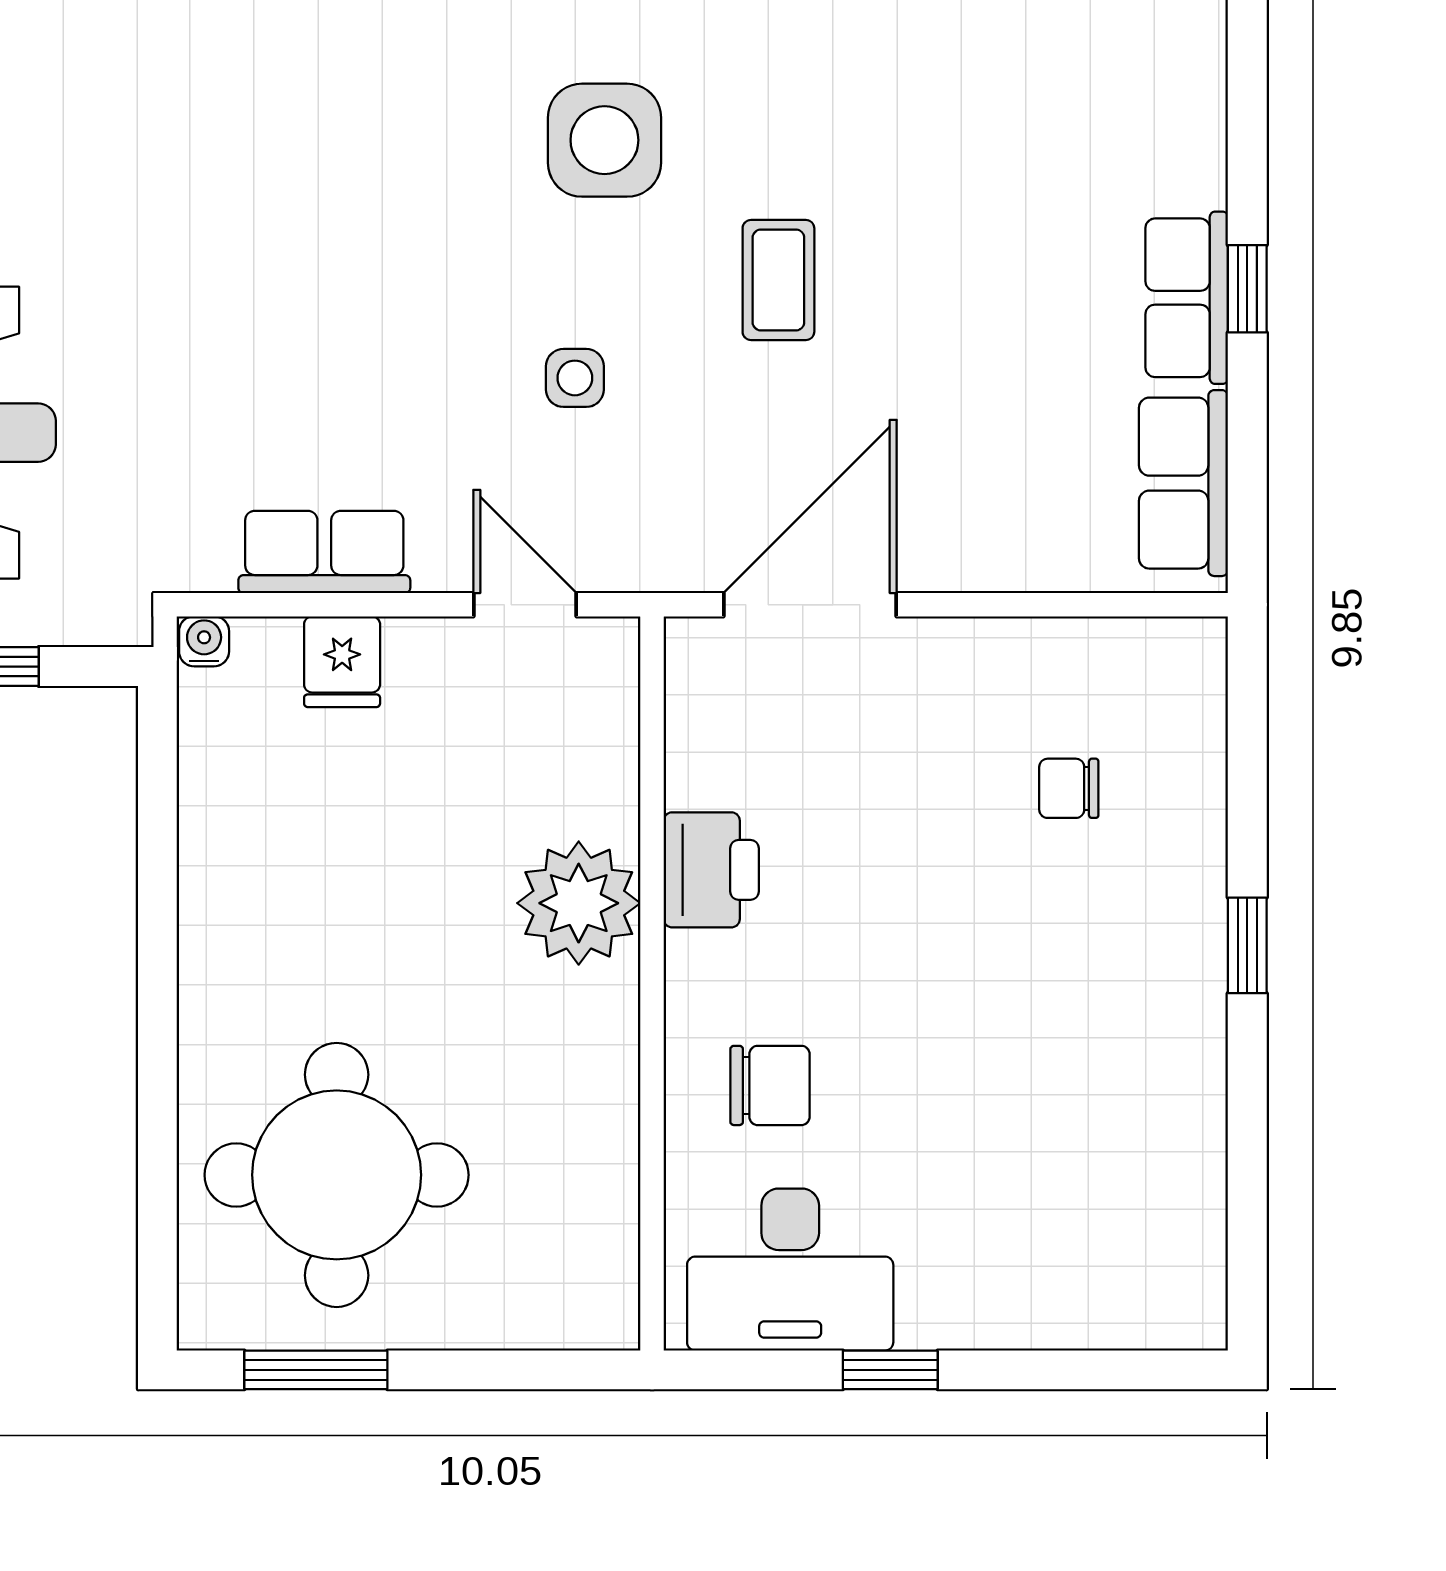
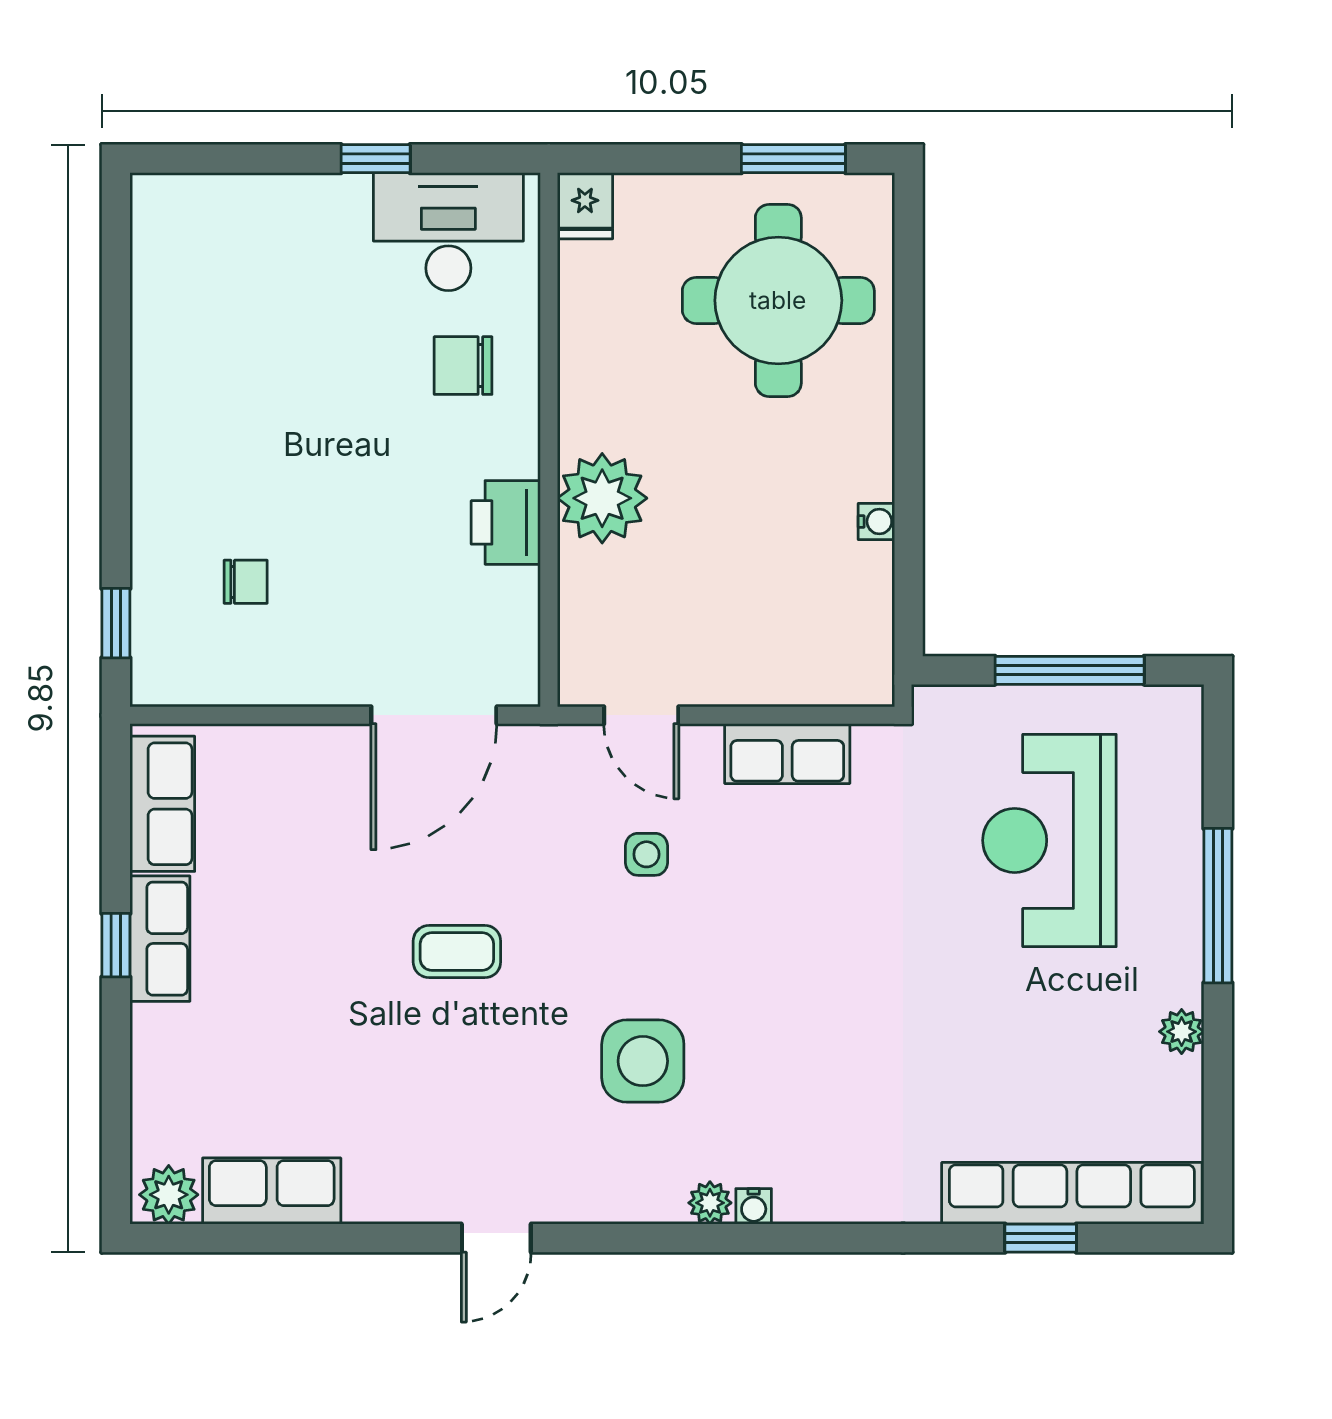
side table: (604, 140) -> (643, 1061), moved
coffee table: (778, 280) -> (457, 952), turned 90
side table: (575, 378) -> (646, 854), moved
water cooler: (204, 641) -> (876, 521), moved, turned -90
fridge: (342, 662) -> (585, 206), moved, turned 180
window: (1247, 945) -> (116, 623), moved

